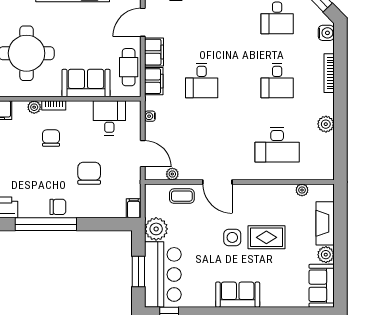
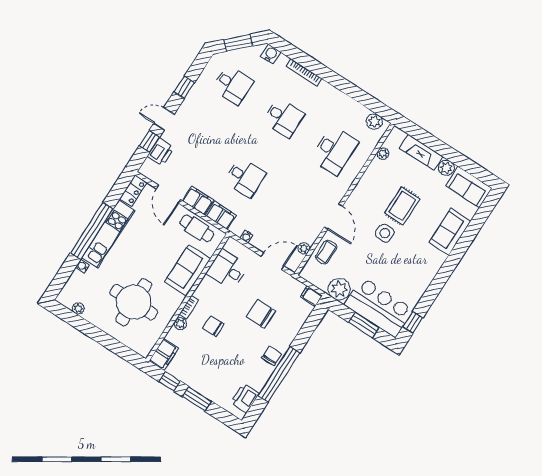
plant: (326, 124) -> (374, 121), moved
door: (217, 182) -> (333, 217), hinge flipped
sofa: (238, 295) -> (450, 232), moved

